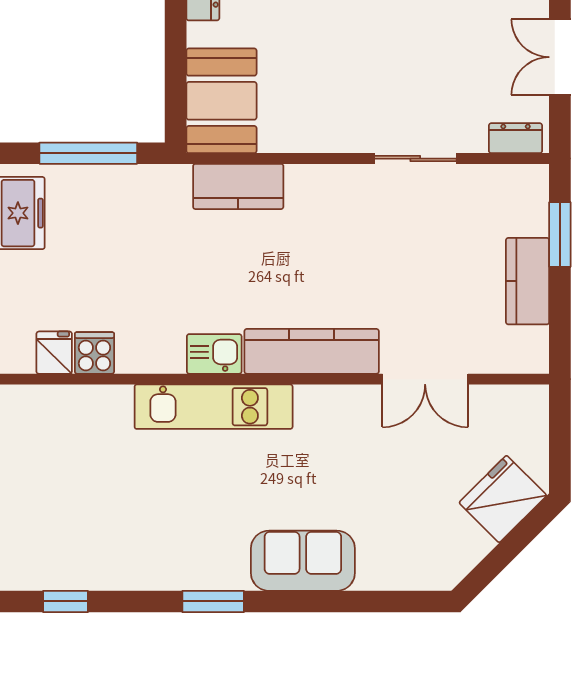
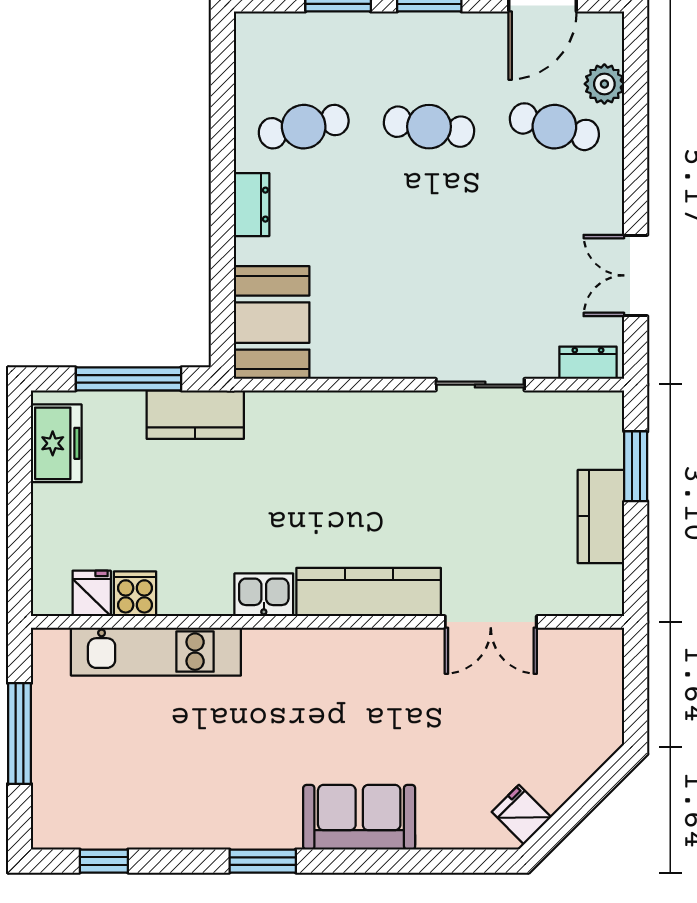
kitchen counter: (238, 186) -> (195, 415), moved
kitchen unit: (214, 407) -> (156, 652), moved
fridge: (503, 499) -> (522, 815), moved, width x0.53, depth x0.75

